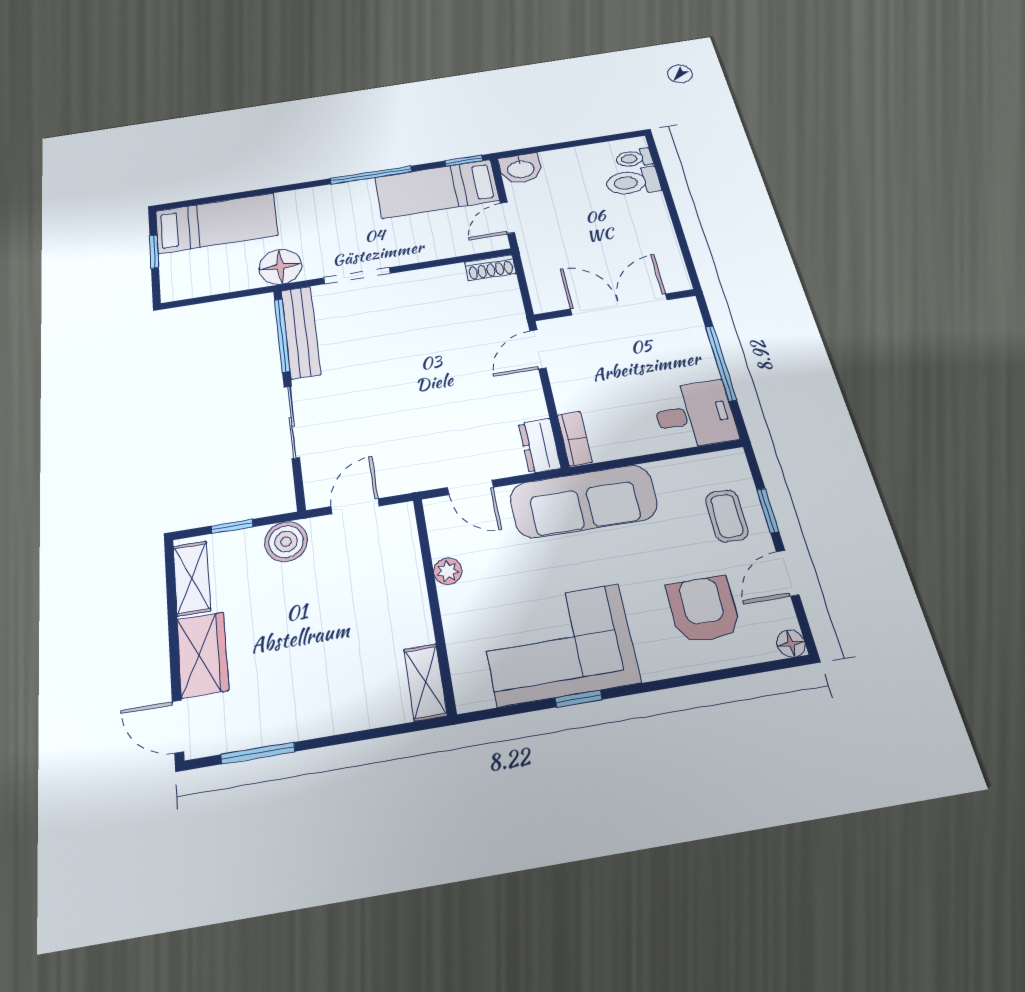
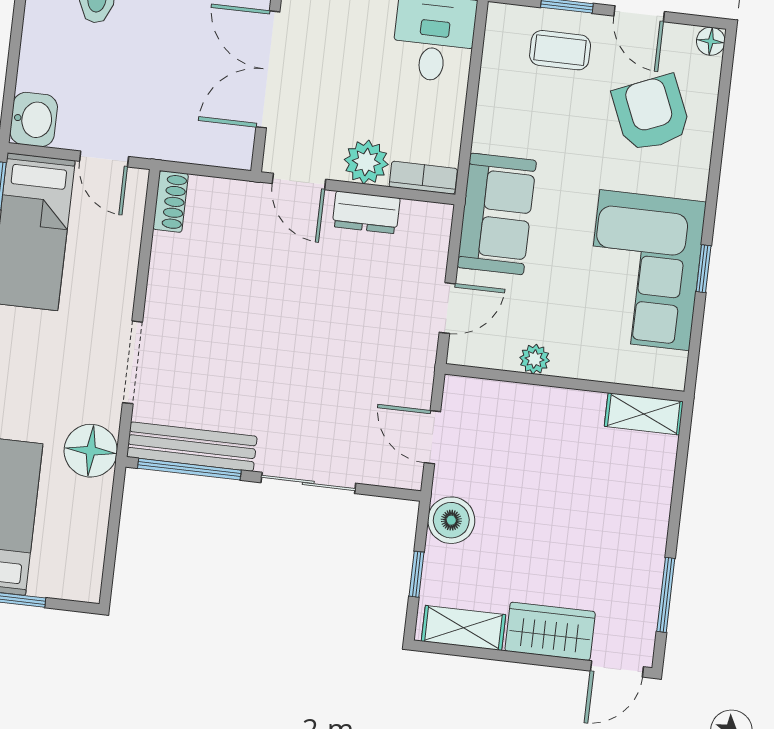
plant: (572, 393) -> (366, 162), added
dresser: (540, 446) -> (366, 212), moved
sofa: (584, 501) -> (497, 214), width x0.73
armchair: (703, 609) -> (651, 113), turned 67

